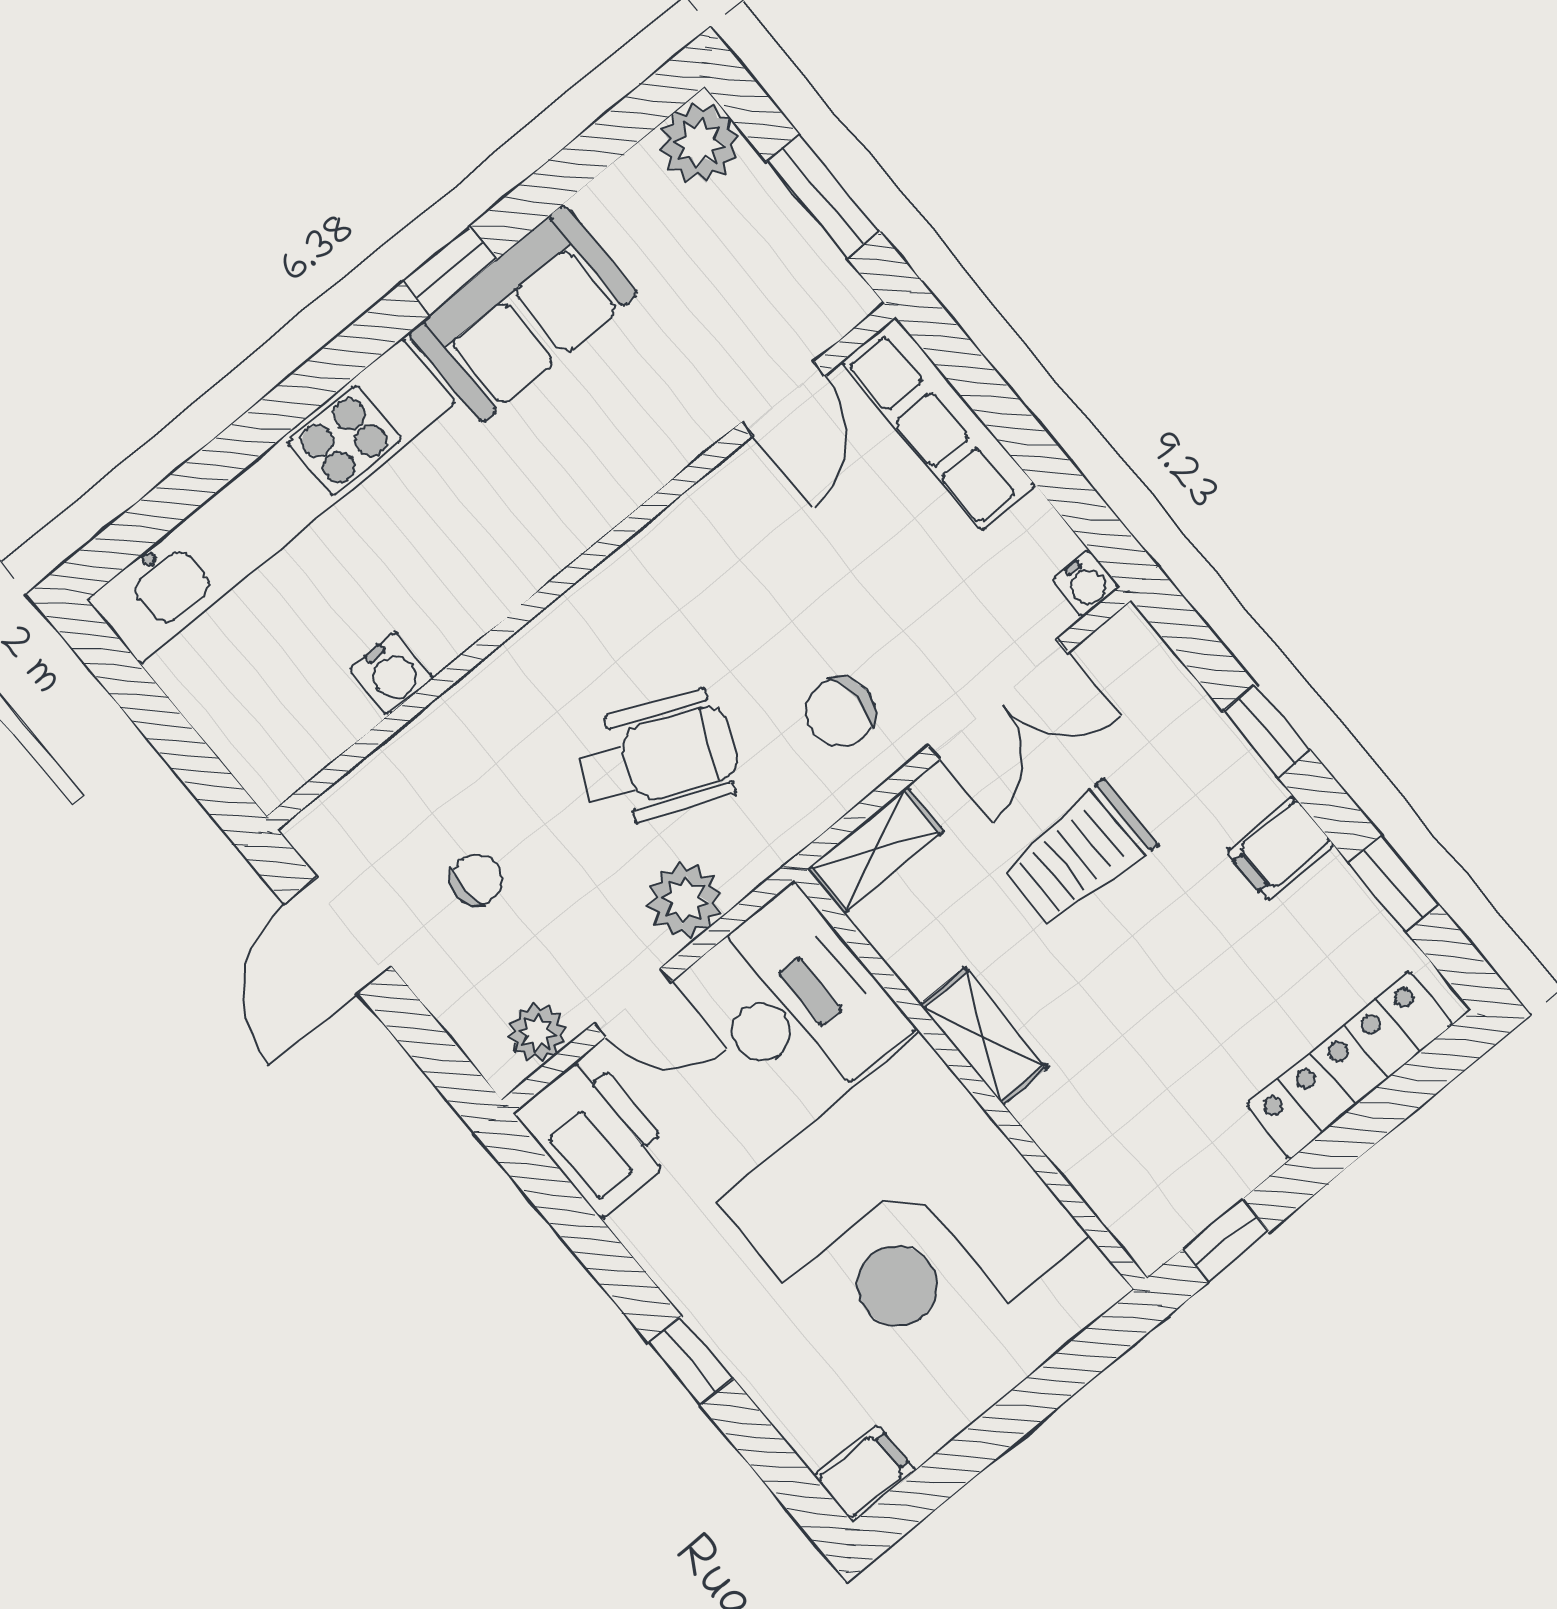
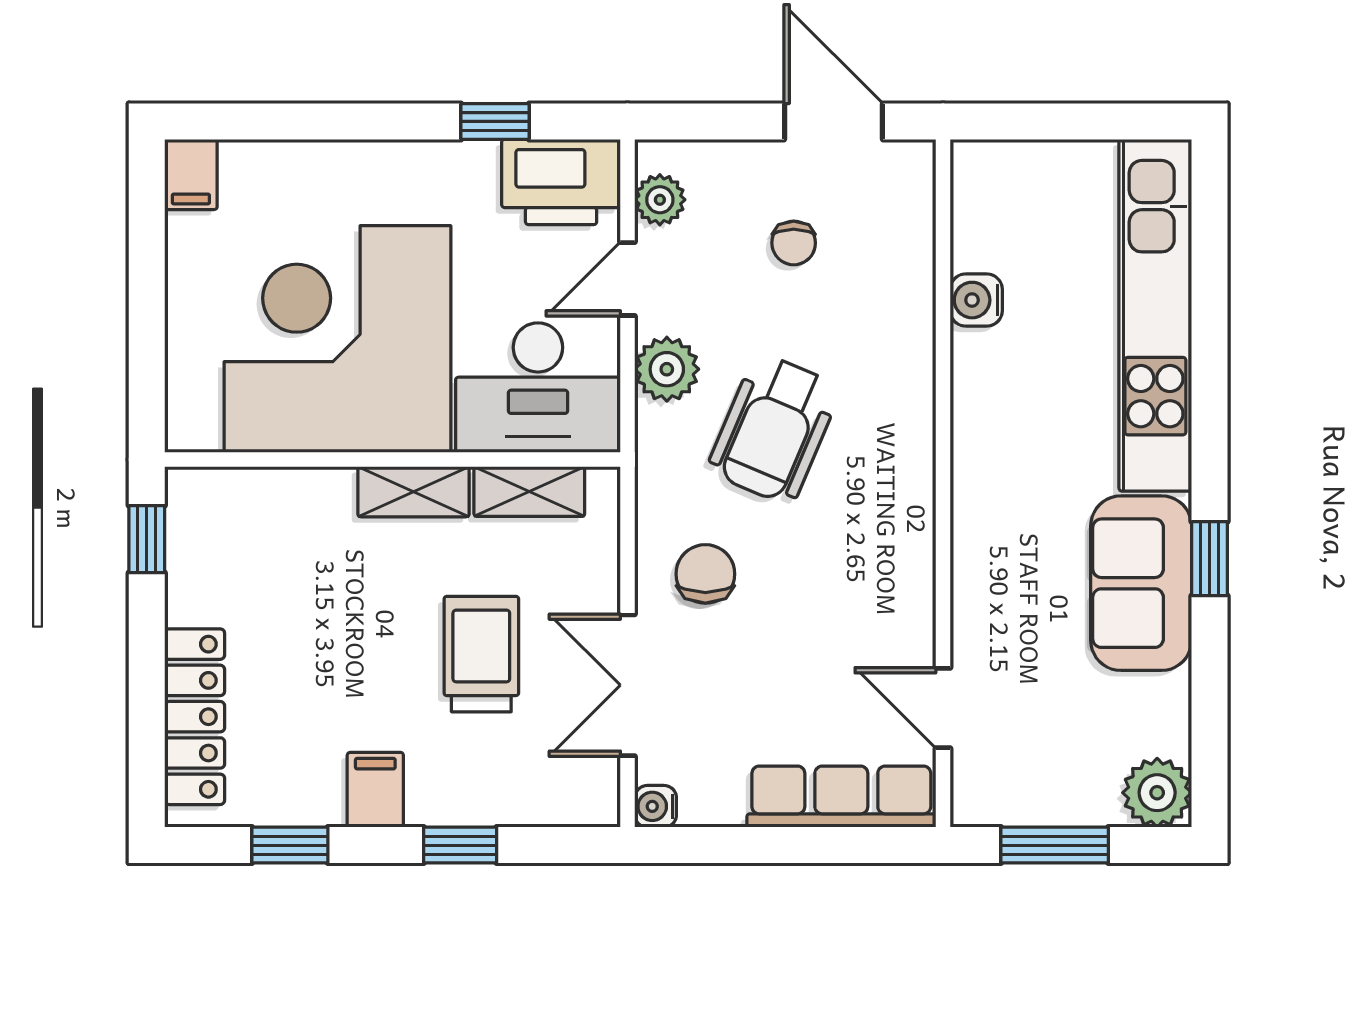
shelving: (875, 850) -> (529, 492), moved, turned 90
window: (690, 1360) -> (495, 121), moved

